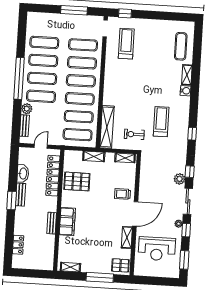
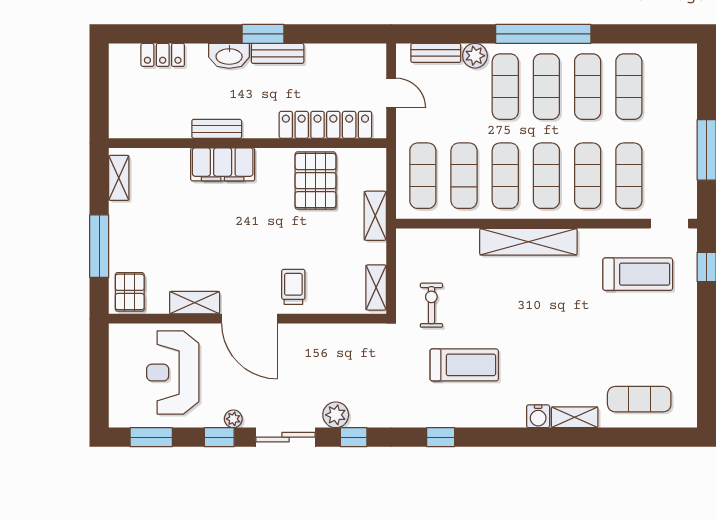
shelving: (107, 127) -> (528, 242), moved
washbasin: (23, 174) -> (229, 56), moved

